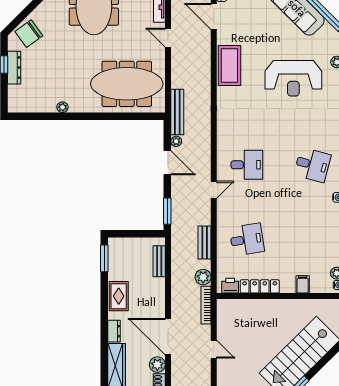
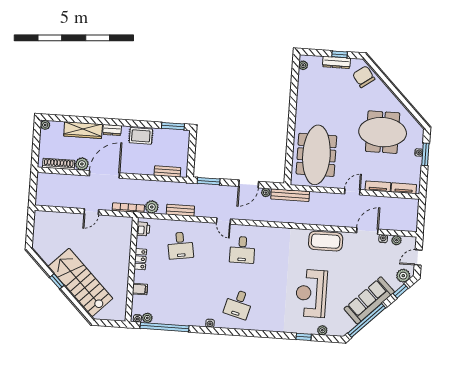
plant: (62, 107) -> (303, 65), moved
locker: (260, 286) -> (140, 259), width x0.66

